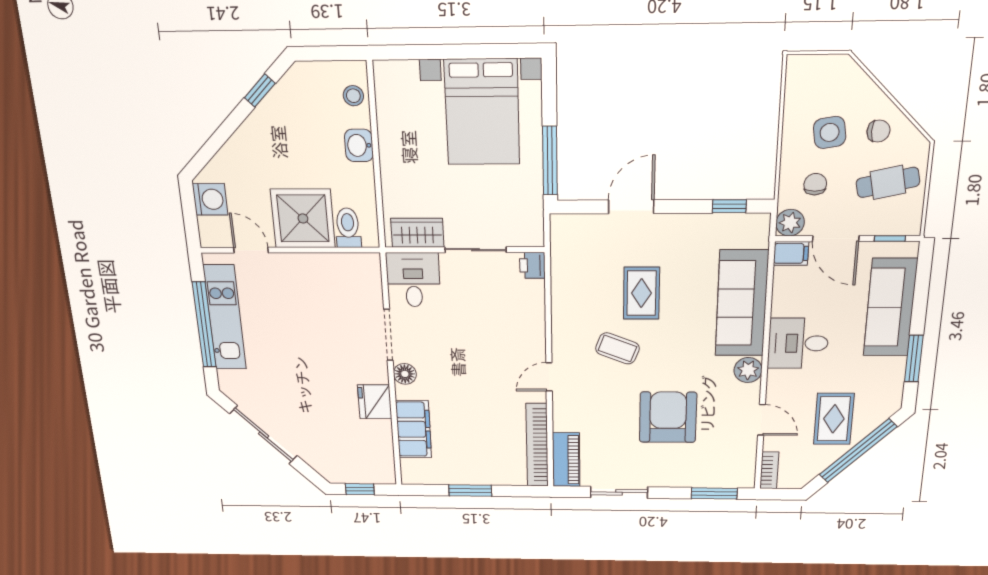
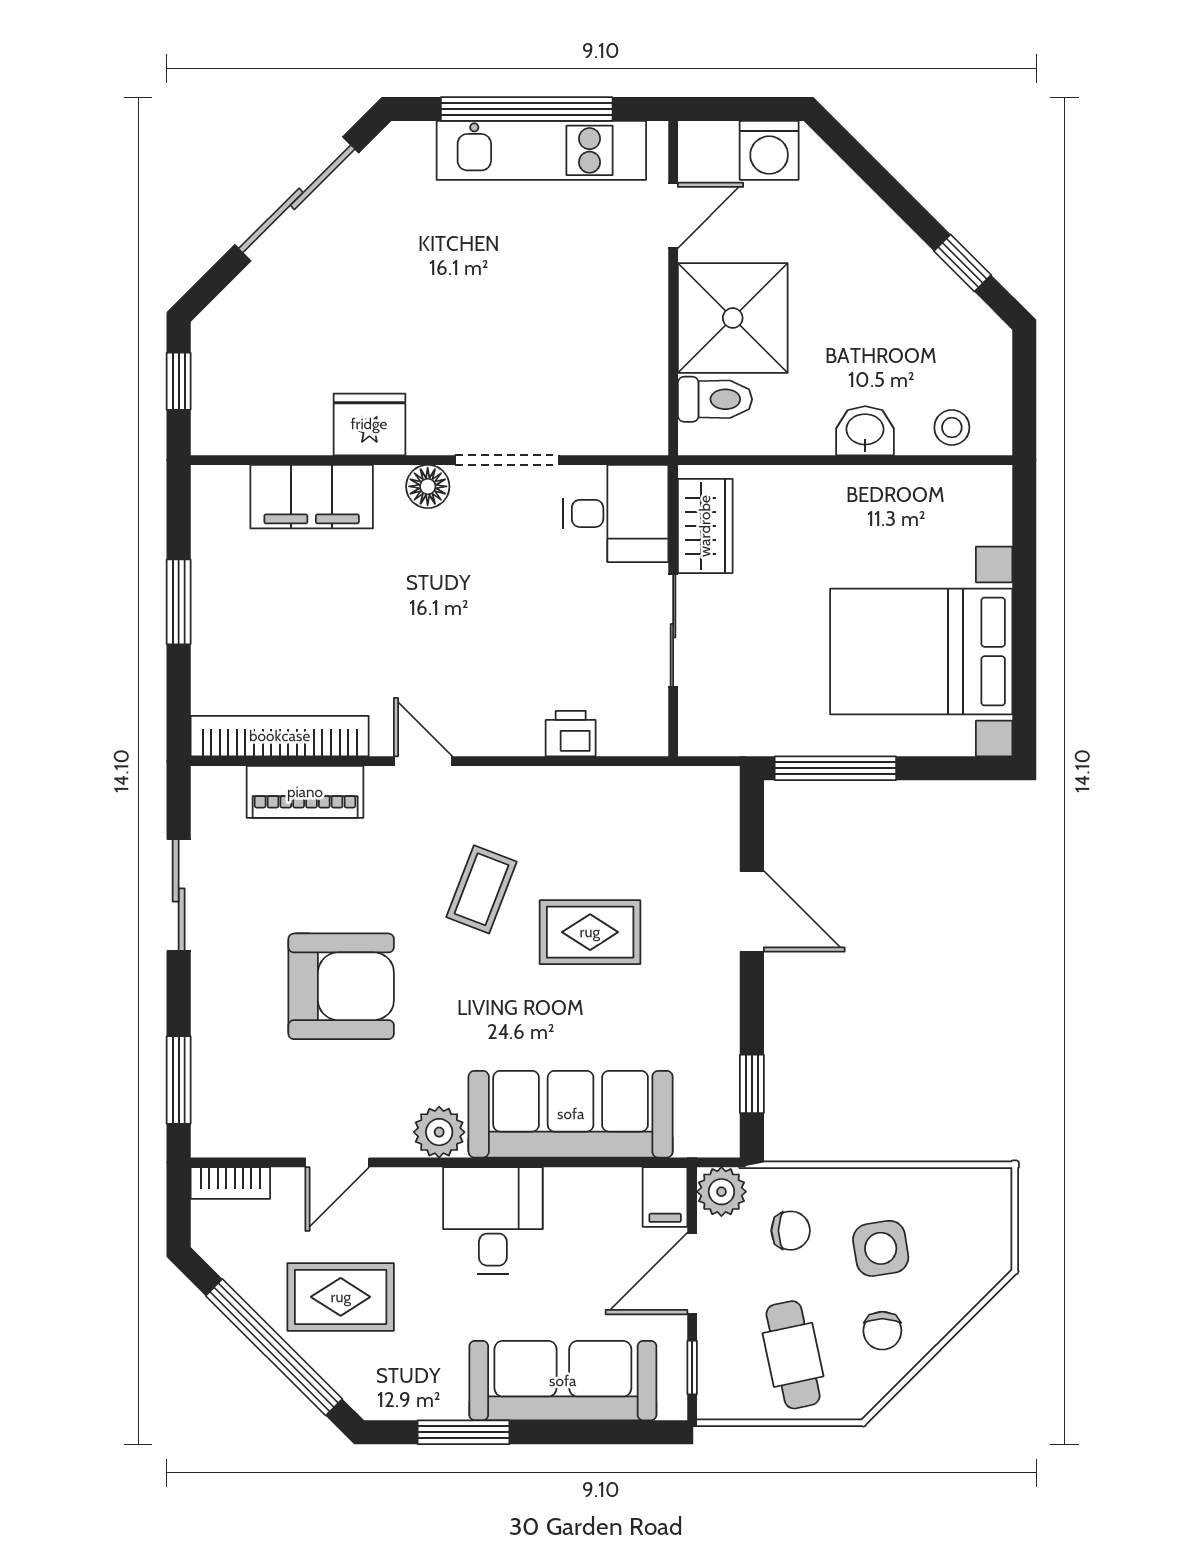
printer: (532, 265) -> (571, 734), moved
piano: (566, 460) -> (305, 792), moved

